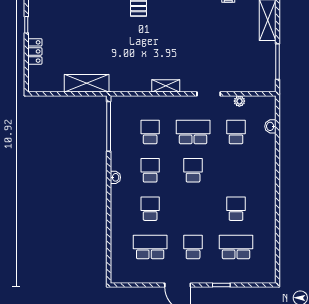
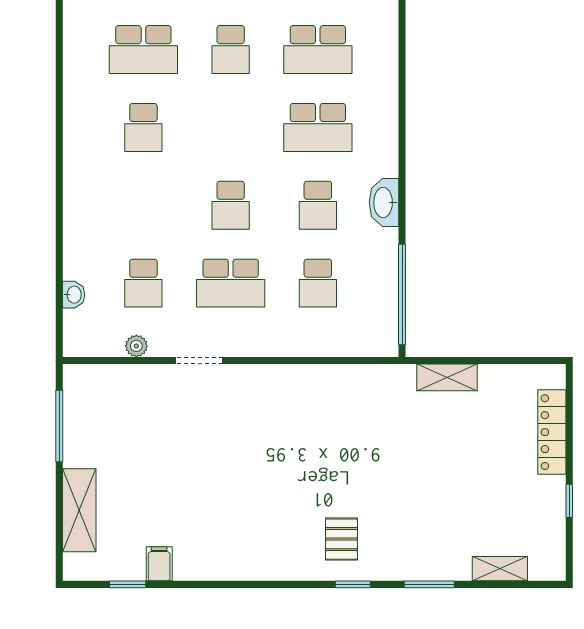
locker: (35, 51) -> (552, 432), width x1.53
shelving: (87, 83) -> (447, 377), width x0.67, depth x0.75
shelving: (166, 86) -> (286, 377), removed
washbasin: (115, 177) -> (384, 203), width x1.91, depth x1.45
school desk: (150, 209) -> (318, 127), width x1.85

